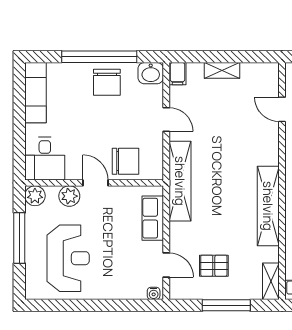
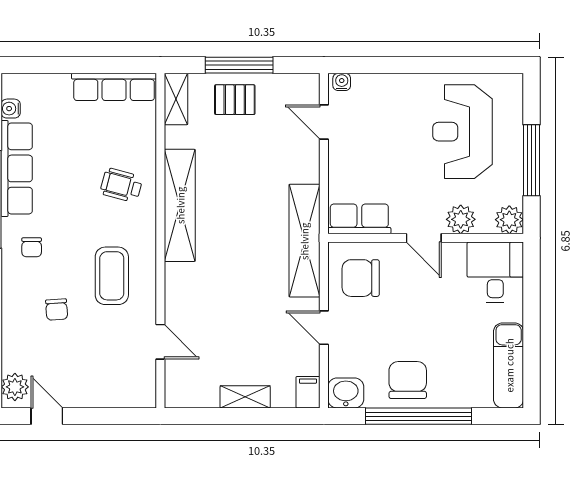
chair: (125, 161) -> (361, 278), moved
row of seats: (153, 218) -> (359, 219), moved, turned -90
pallet: (214, 266) -> (235, 100), moved

